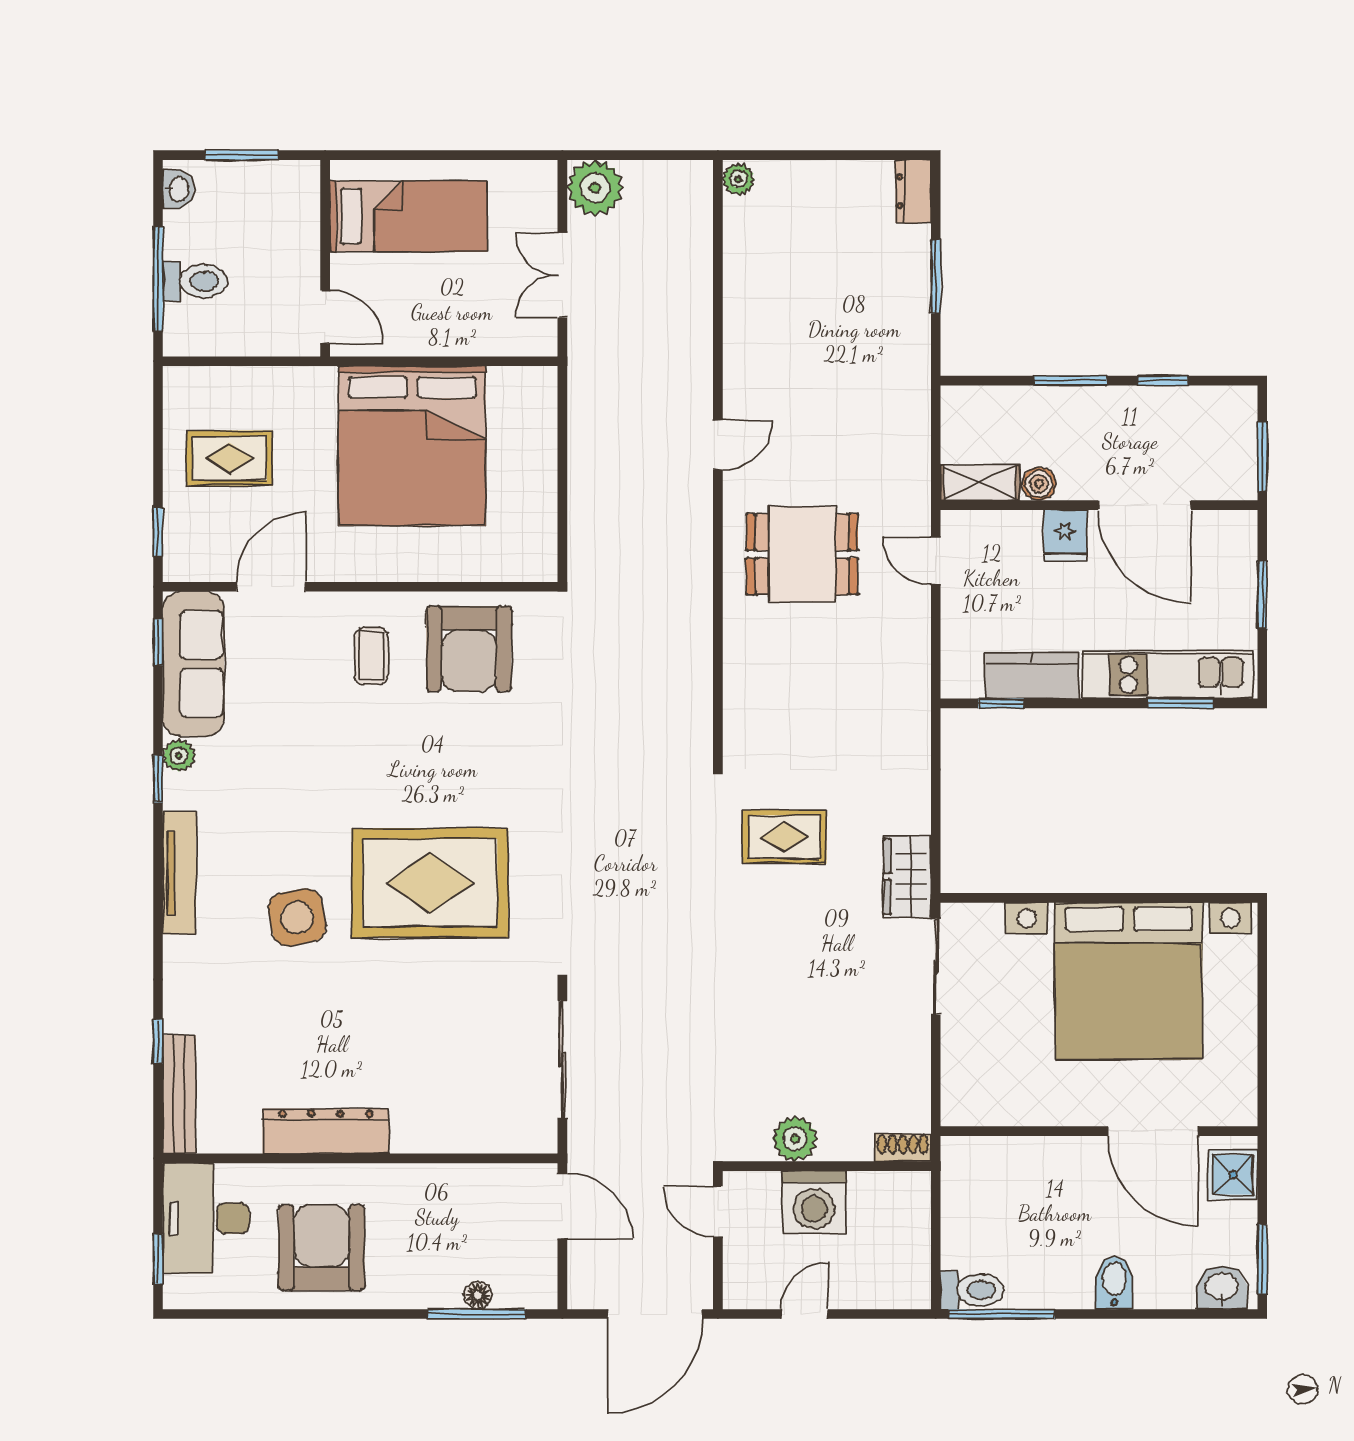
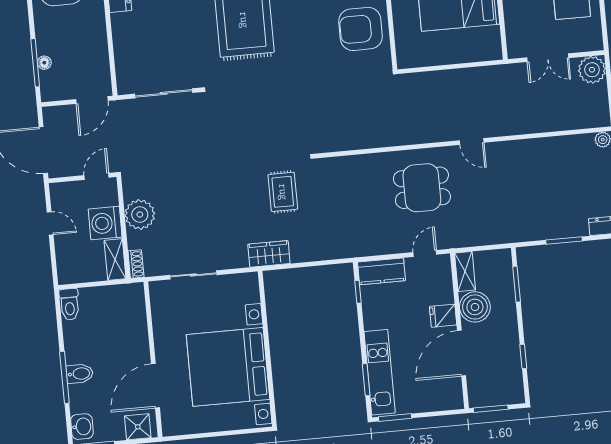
double door: (562, 275) -> (548, 58), swing flipped
window: (1070, 381) -> (517, 284), moved
boiler: (1039, 484) -> (475, 307), width x1.86, depth x1.86
dining table: (802, 554) -> (422, 188), turned 90
window: (1262, 595) -> (395, 417), moved
kitchen counter: (1032, 675) -> (381, 271), moved, turned 90
sliding door: (936, 967) -> (193, 275), moved
plant: (795, 1139) -> (140, 215), width x1.36, depth x1.36
shelving: (890, 1189) -> (115, 260), added
window: (1002, 1314) -> (64, 377), moved

